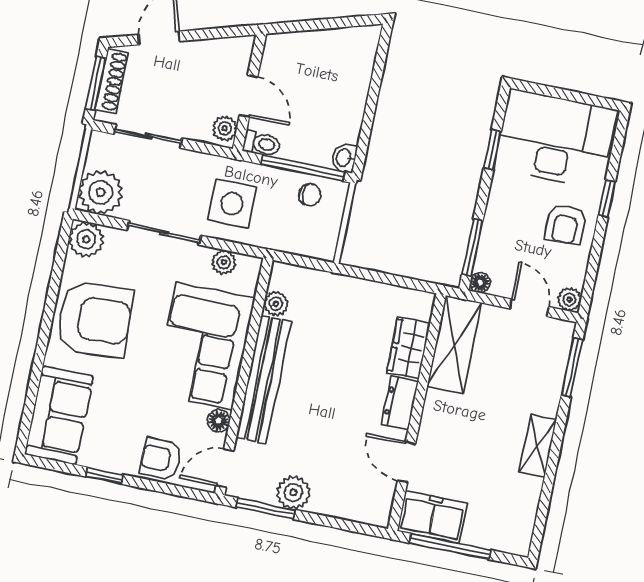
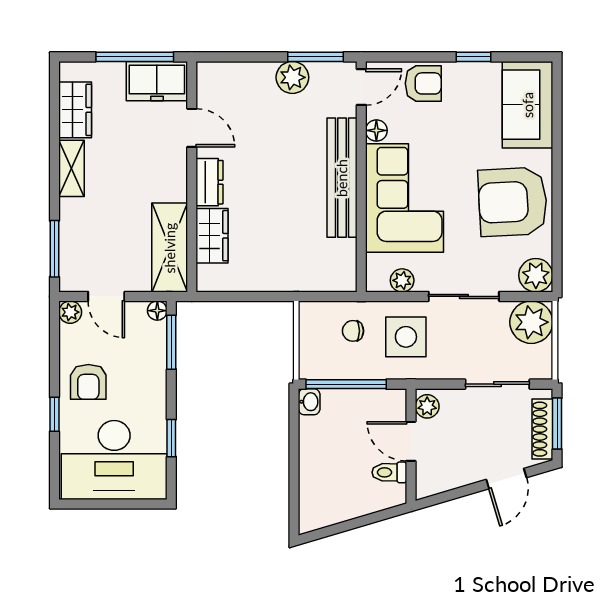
toilet: (262, 144) -> (389, 472), moved
chair: (310, 195) -> (353, 331), moved
armchair: (566, 224) -> (88, 382), turned 180
plant: (276, 304) -> (345, 252), removed
wardrobe: (522, 505) -> (75, 110), added

